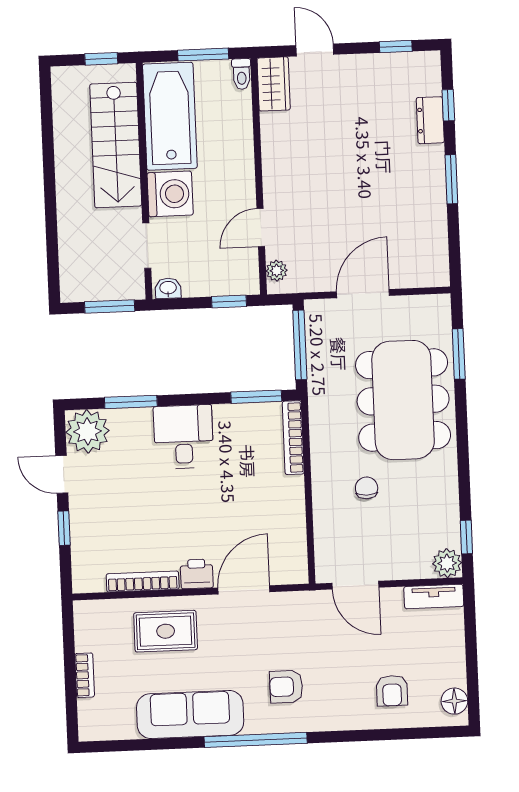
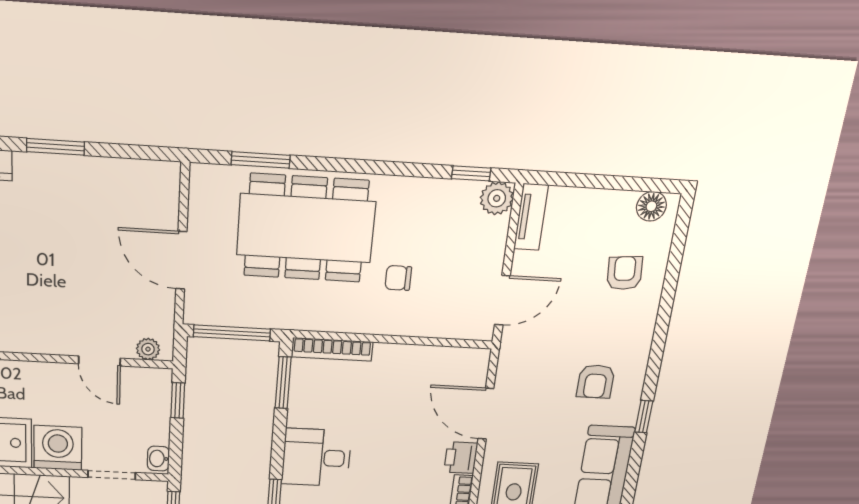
armchair: (392, 691) -> (625, 273), turned -95
window: (256, 740) -> (644, 417), width x0.32

